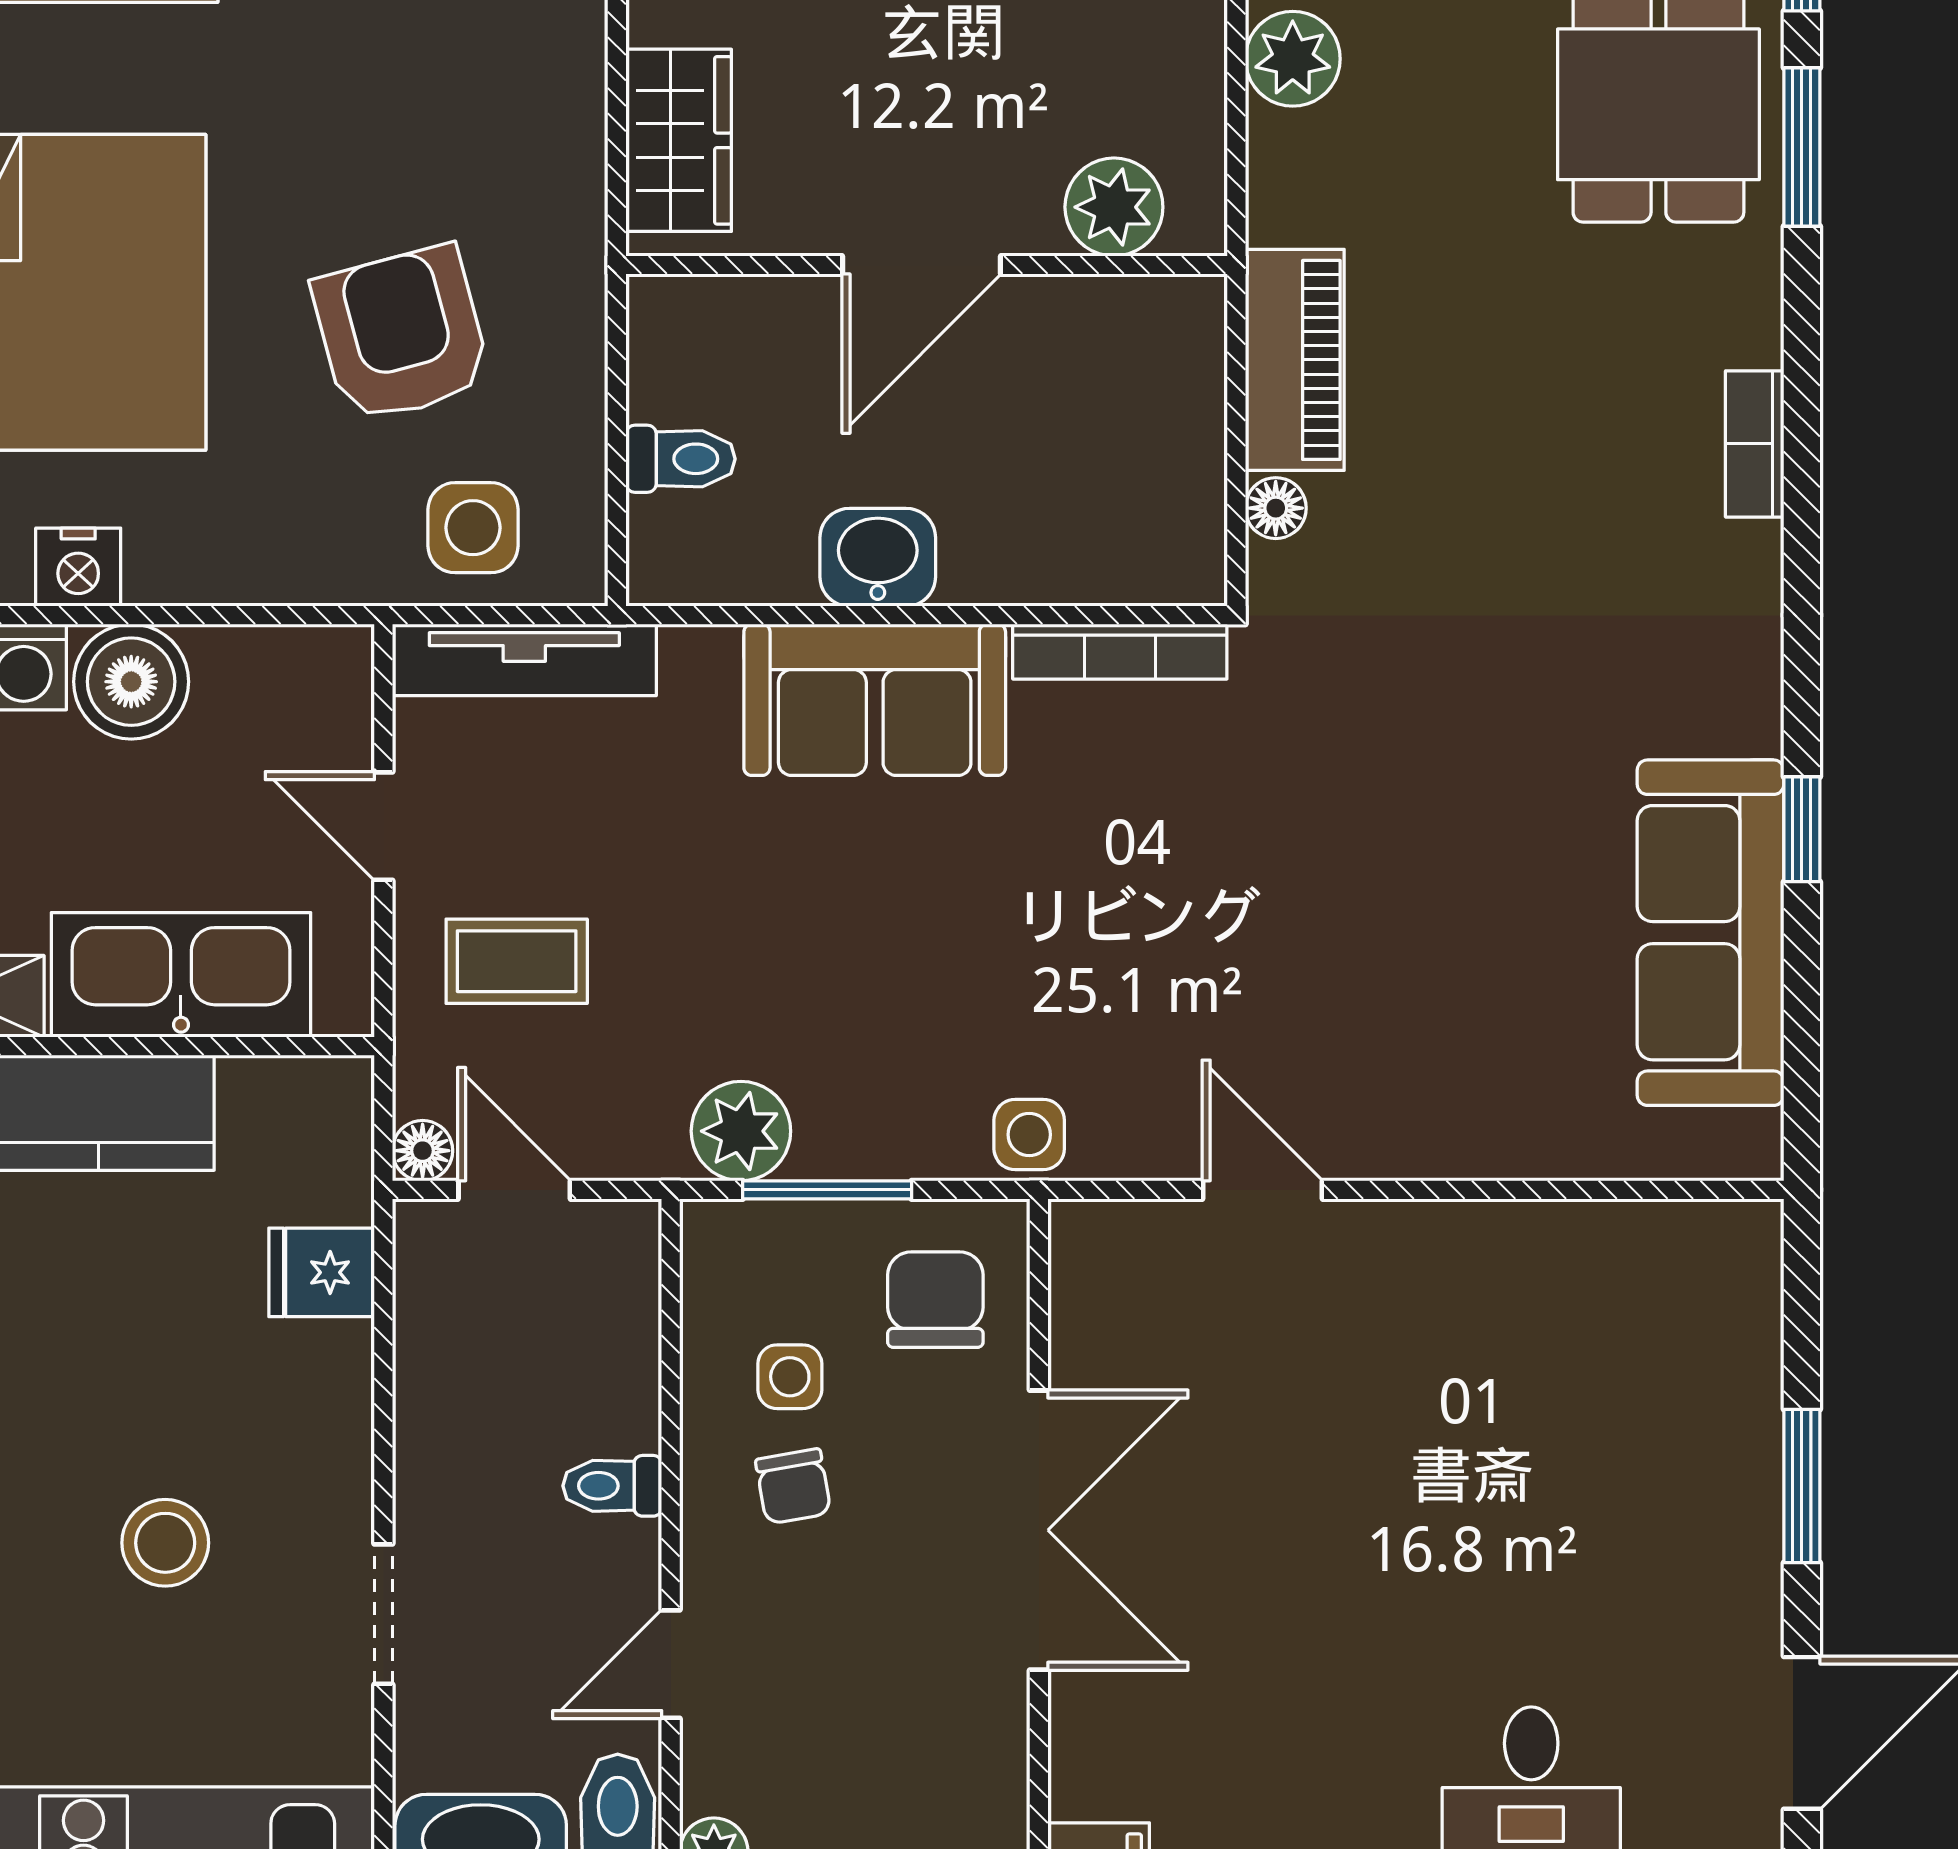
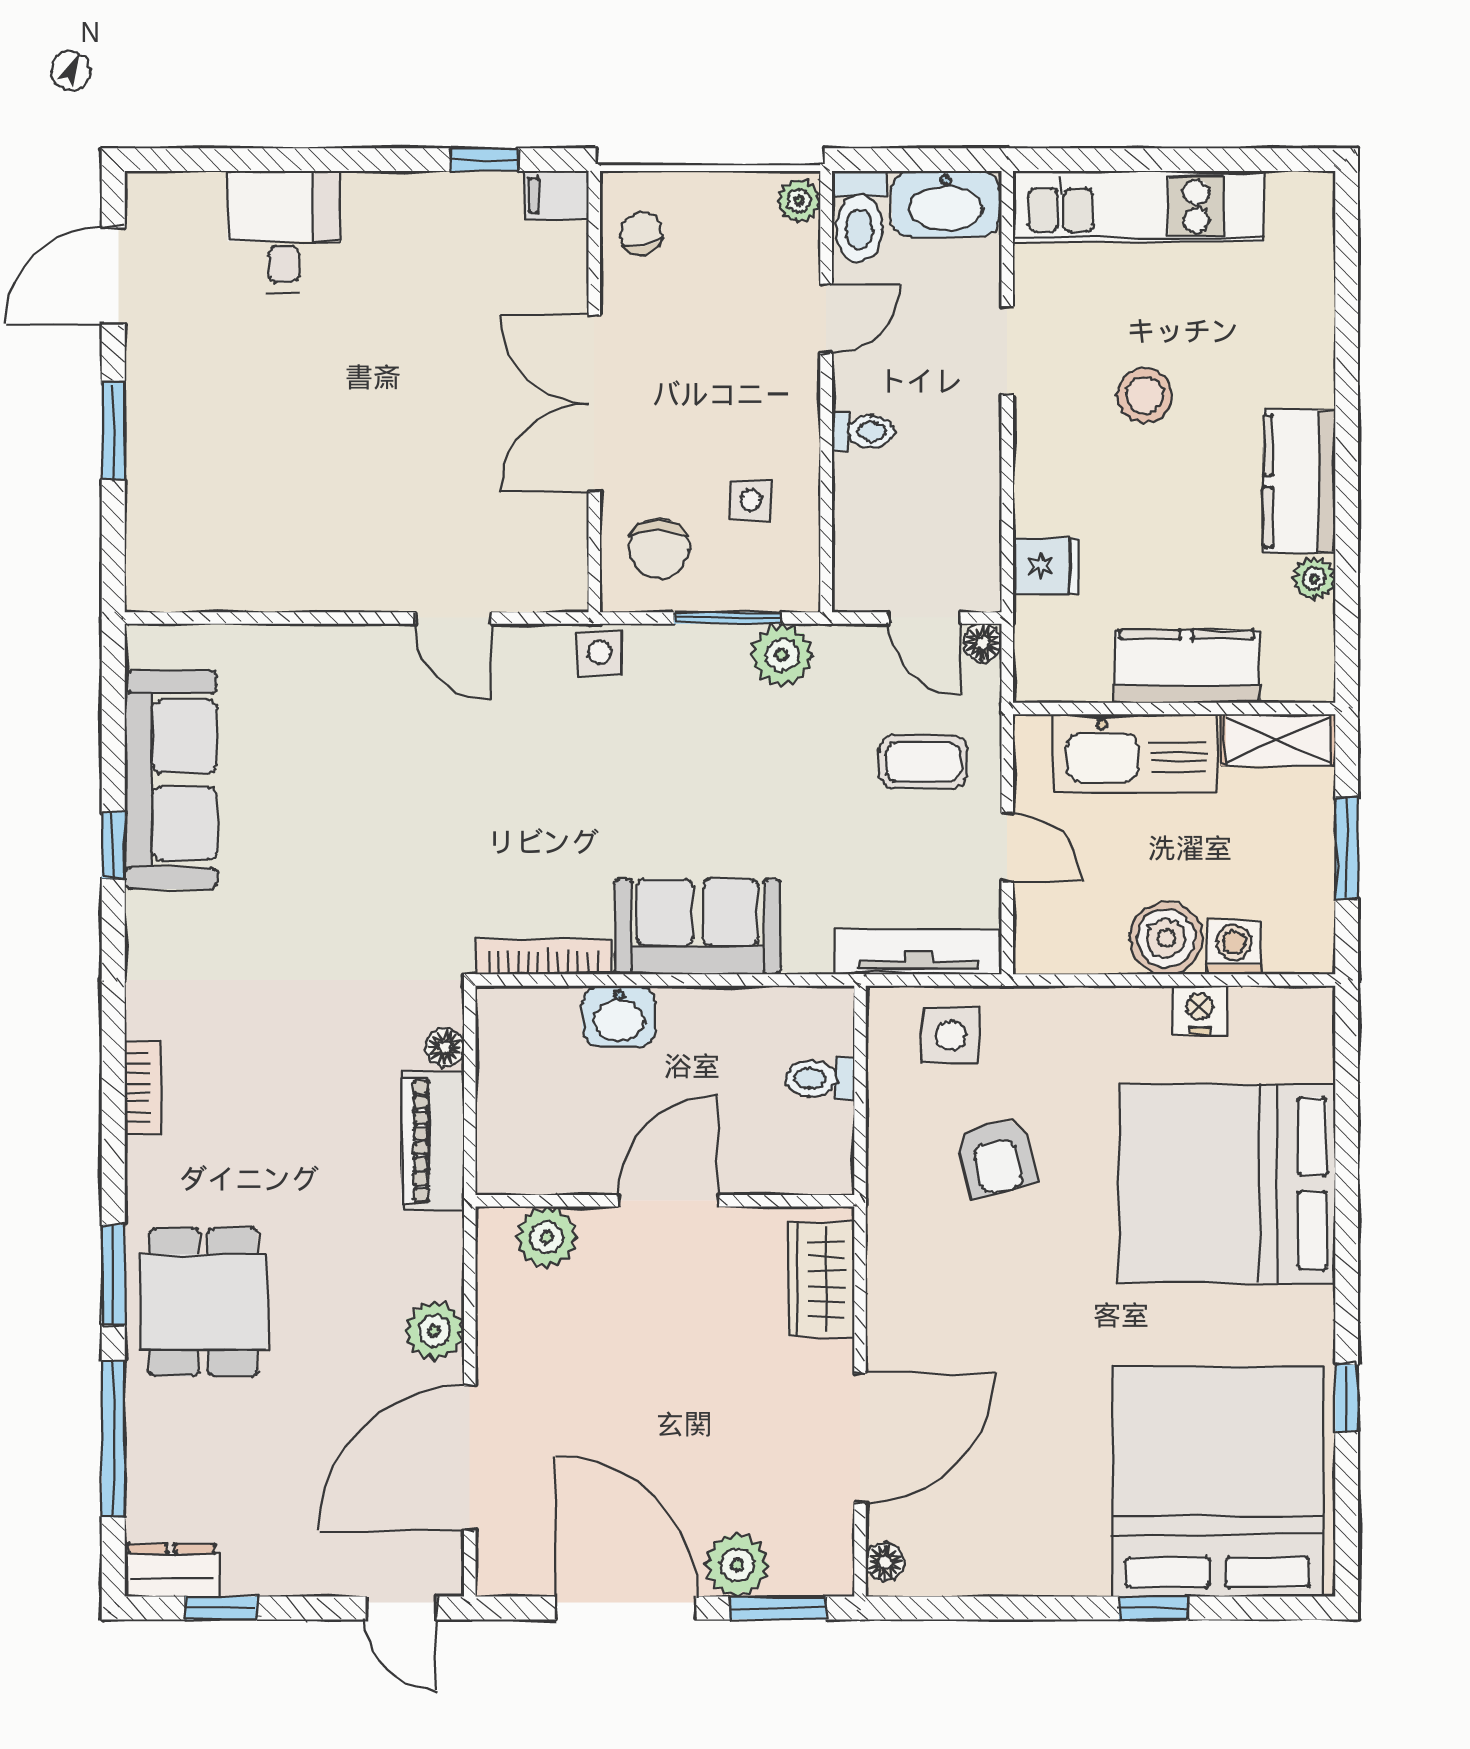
armchair: (402, 334) -> (996, 1157), width x0.72, depth x0.72
washbasin: (878, 557) -> (619, 1017), moved
chair: (793, 1486) -> (641, 233), moved

